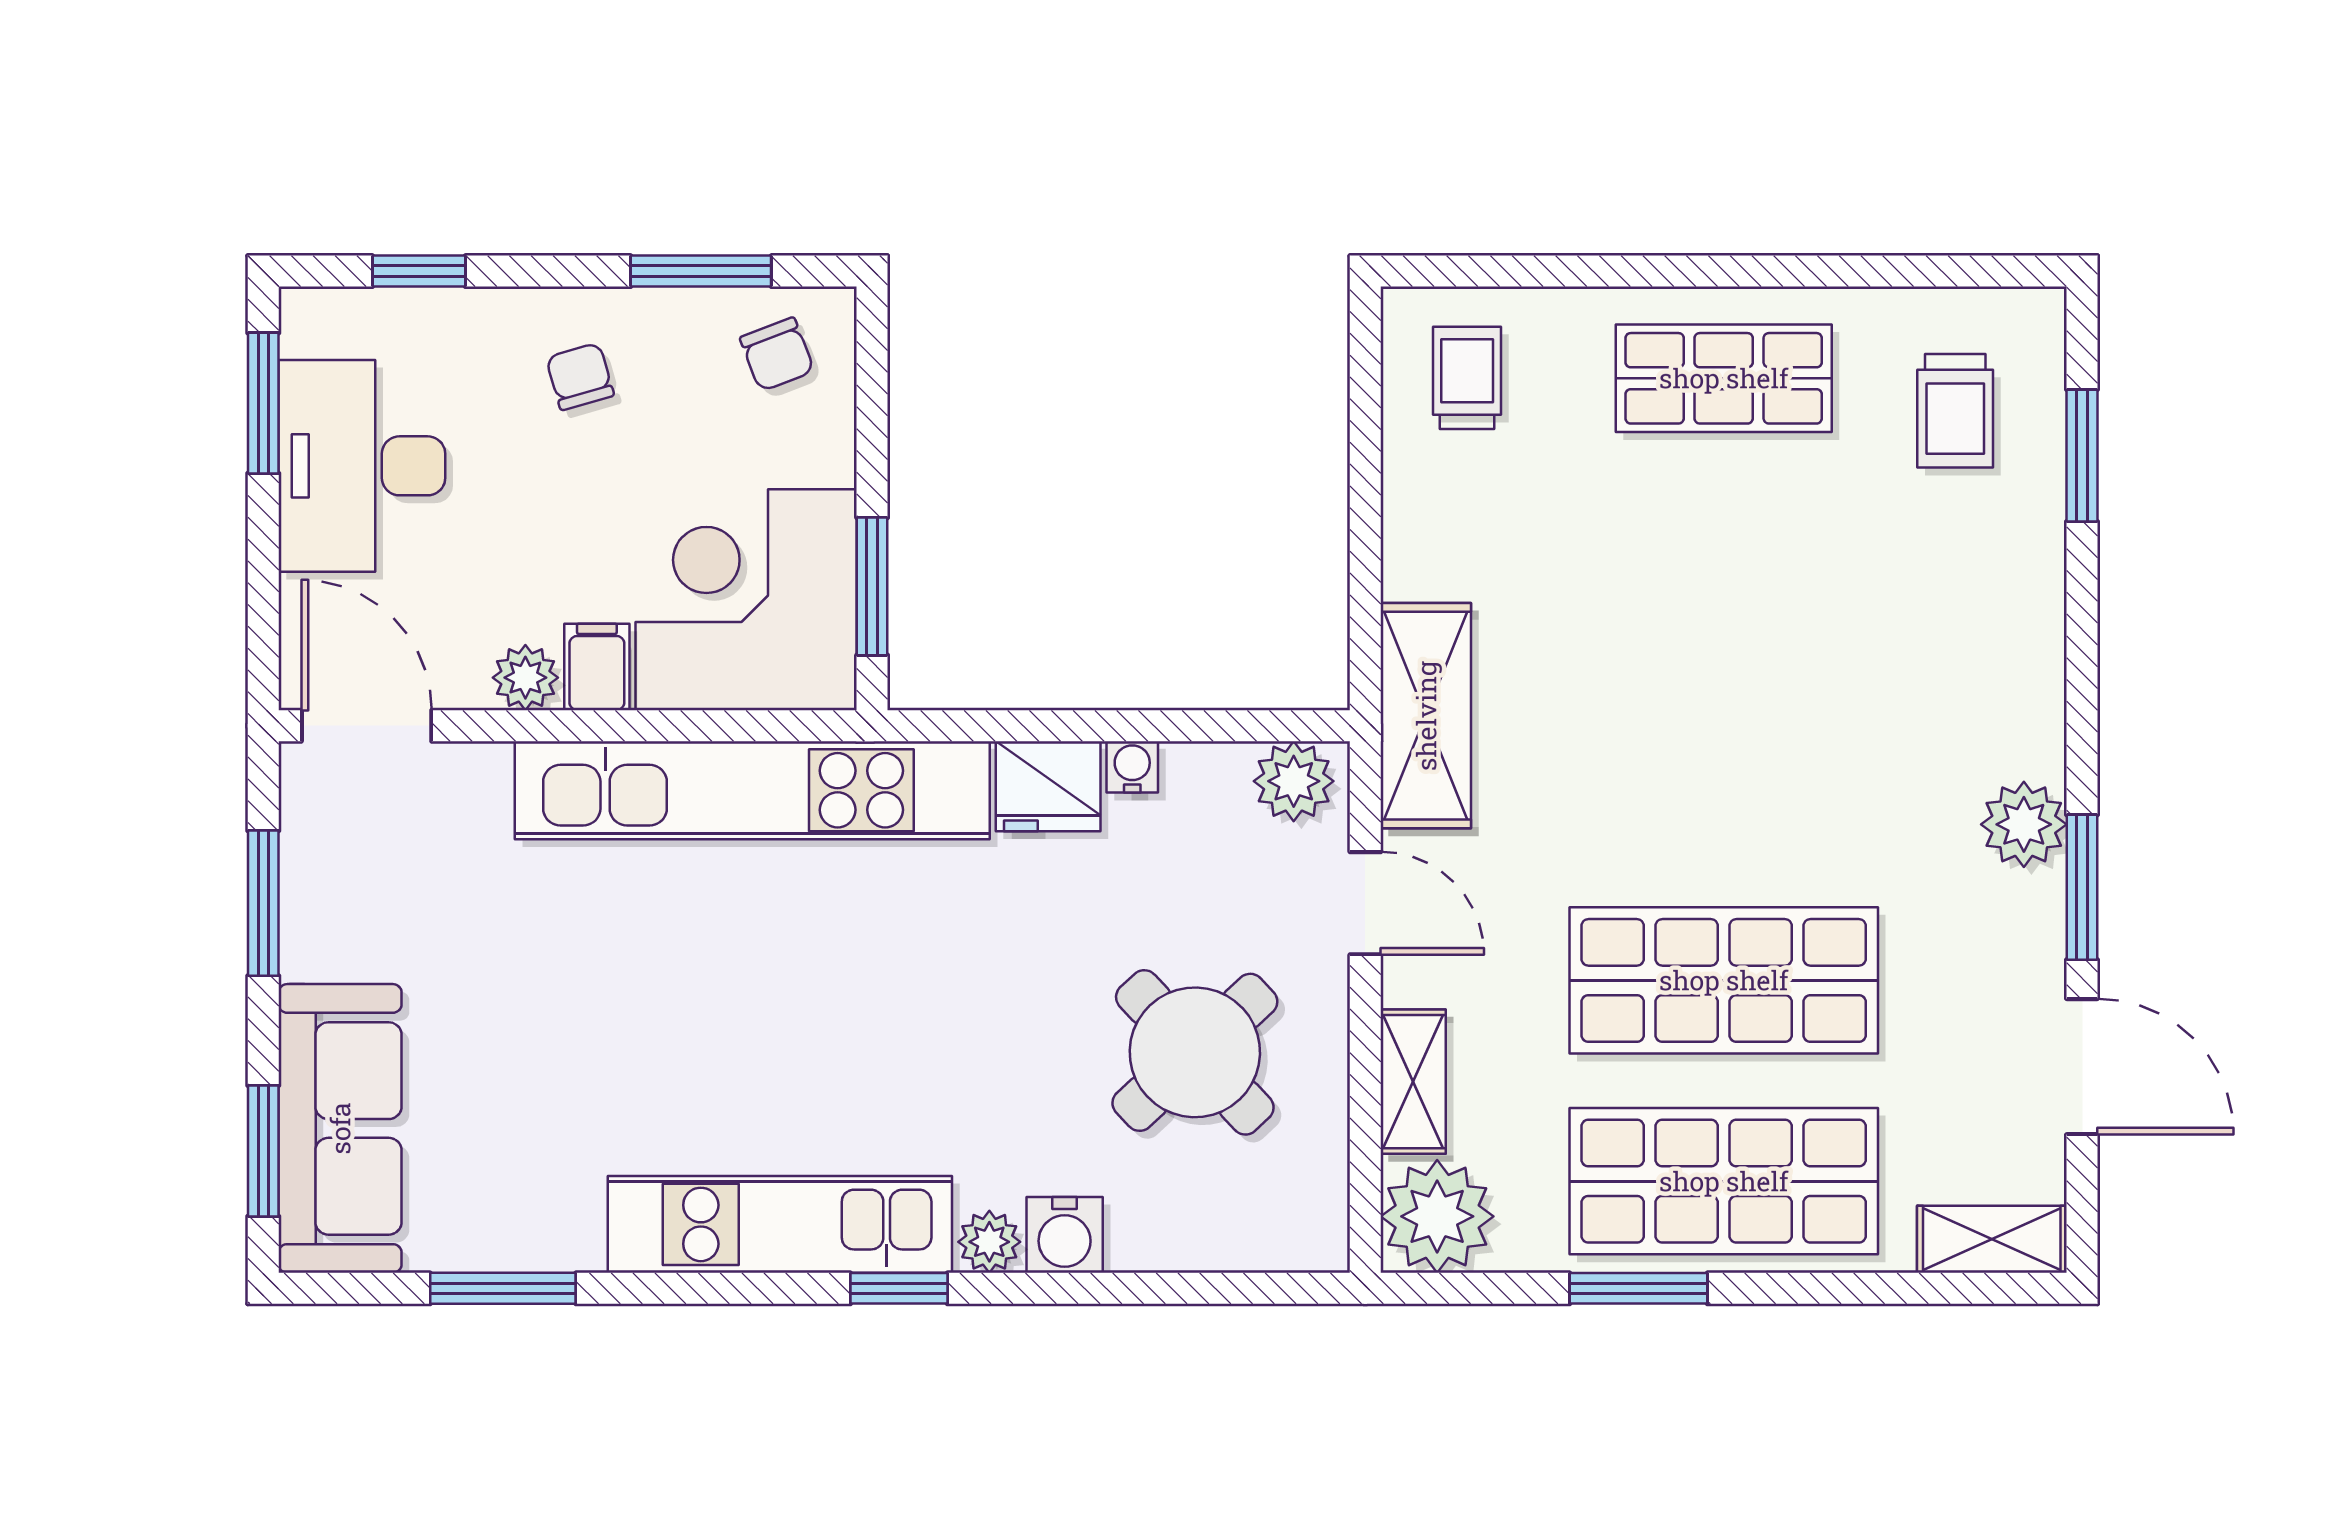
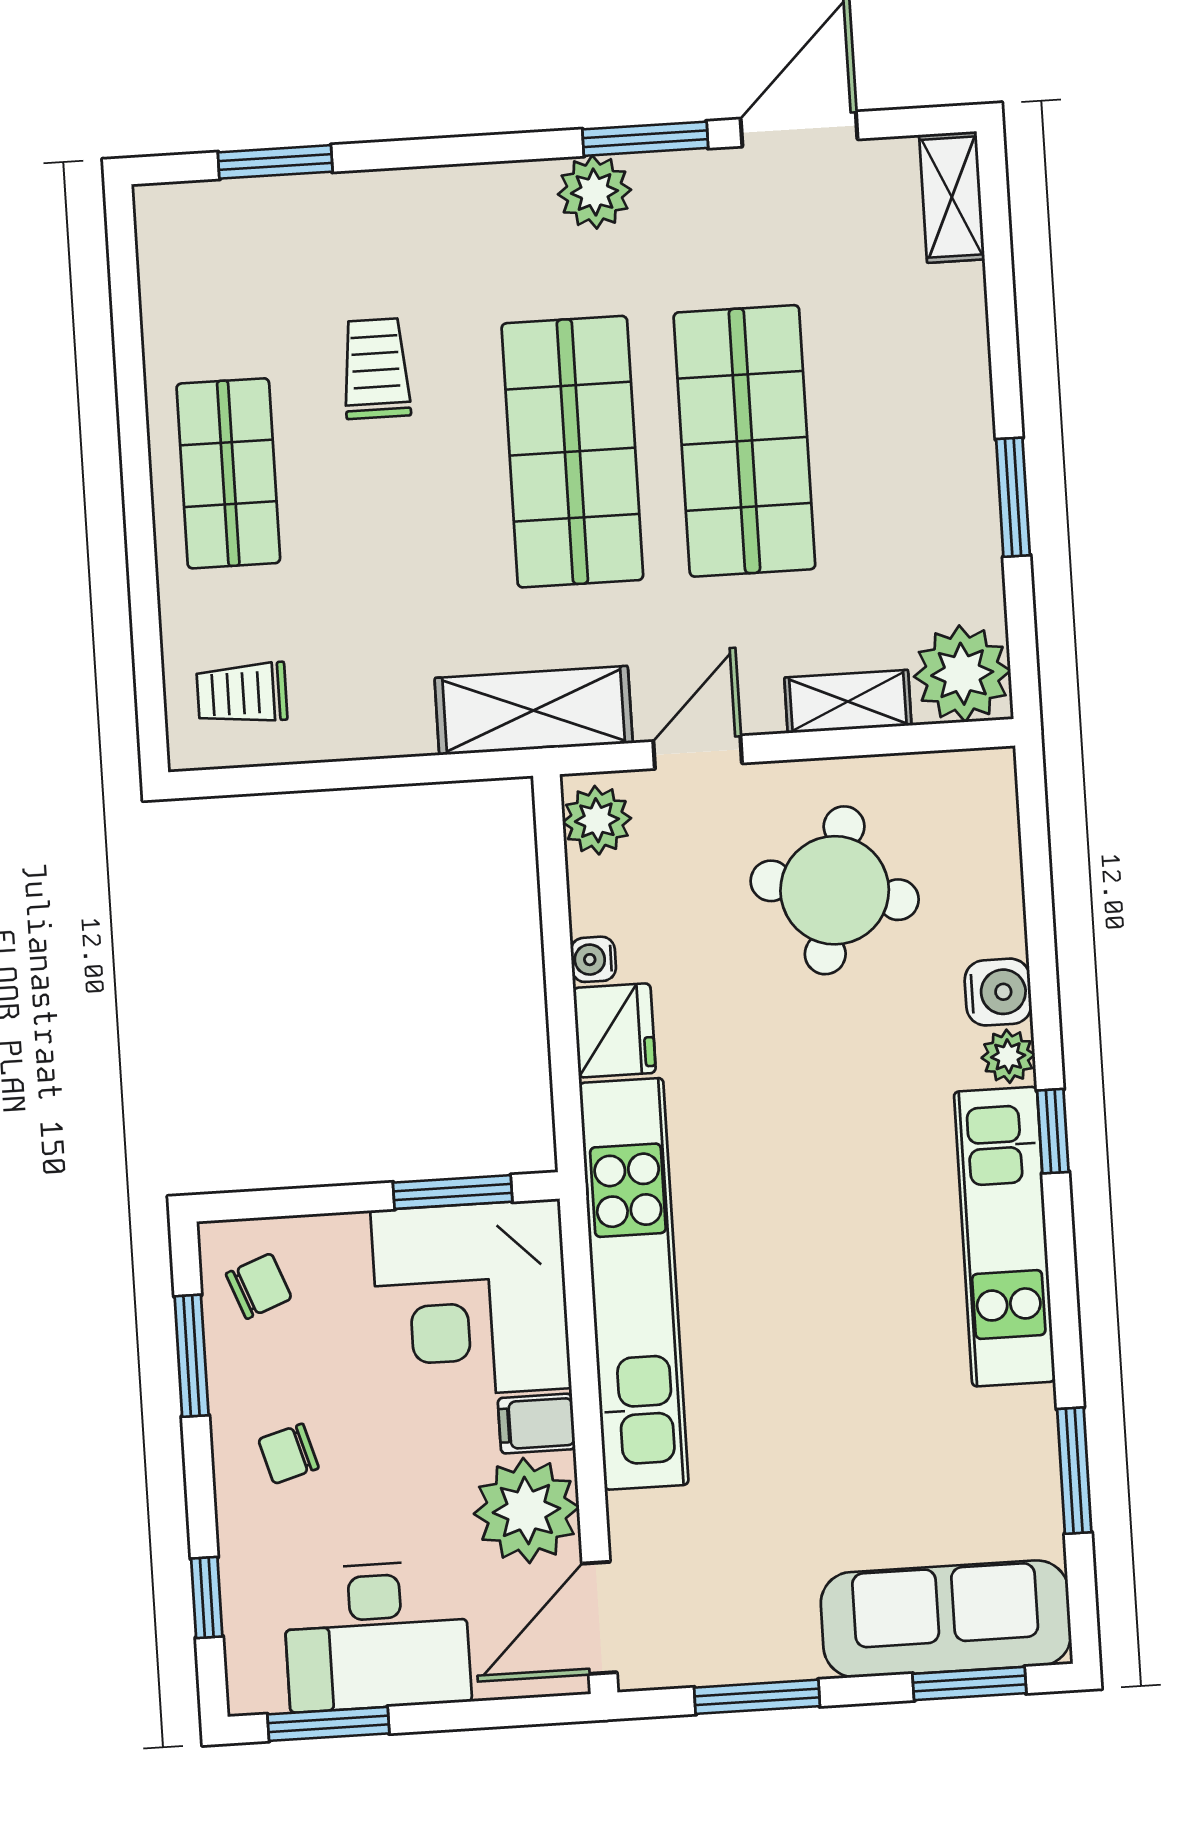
trolley: (1955, 411) -> (376, 369), moved, turned -90
plant: (525, 678) -> (526, 1510), width x1.88, depth x1.88
round table: (1195, 1052) -> (835, 890), turned -35
shop shelf: (1724, 1181) -> (572, 452), moved

